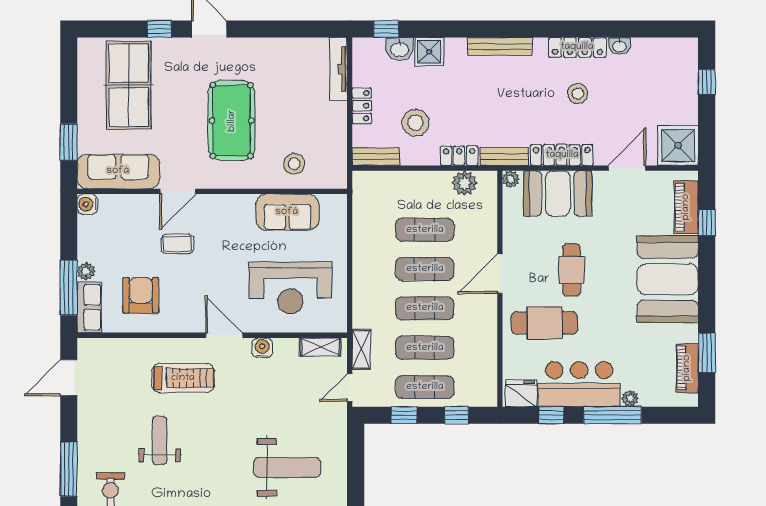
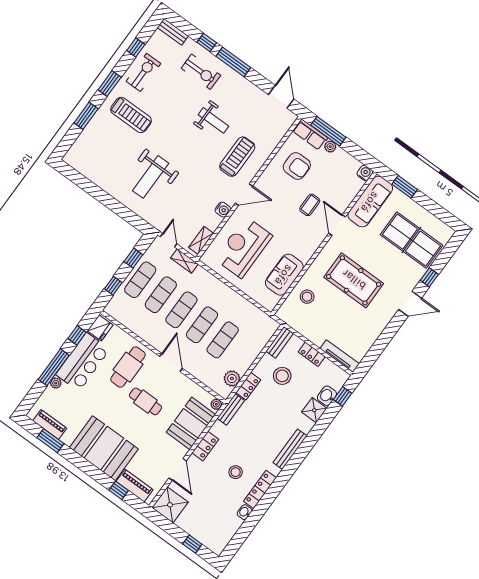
locker: (562, 155) -> (205, 446), width x0.66
treadmill: (183, 378) -> (237, 157), turned 180

